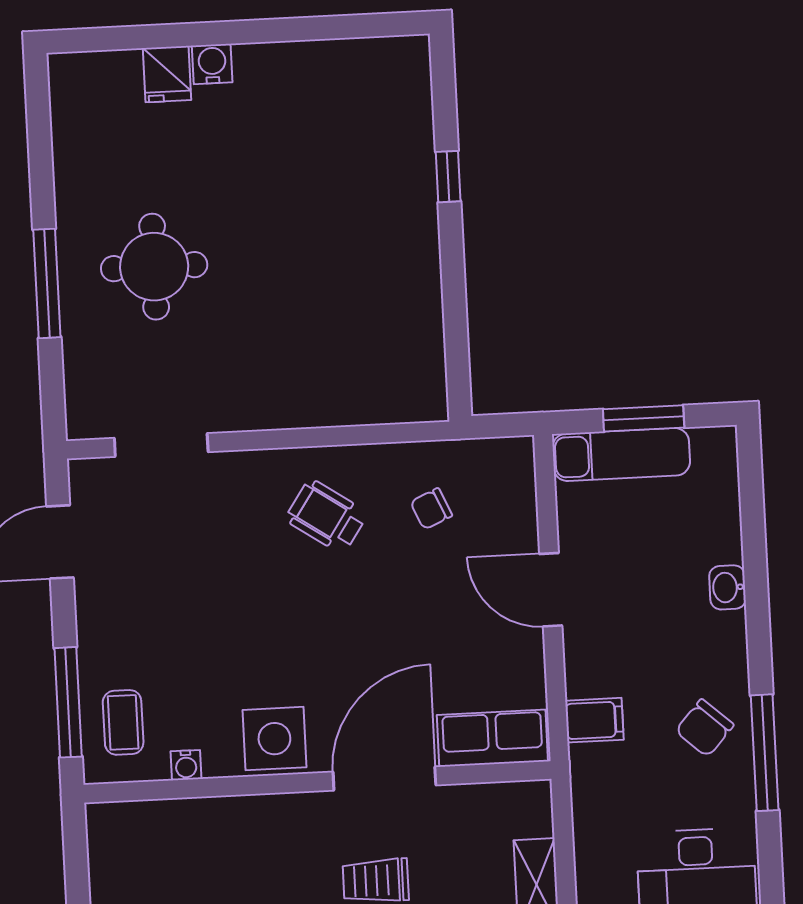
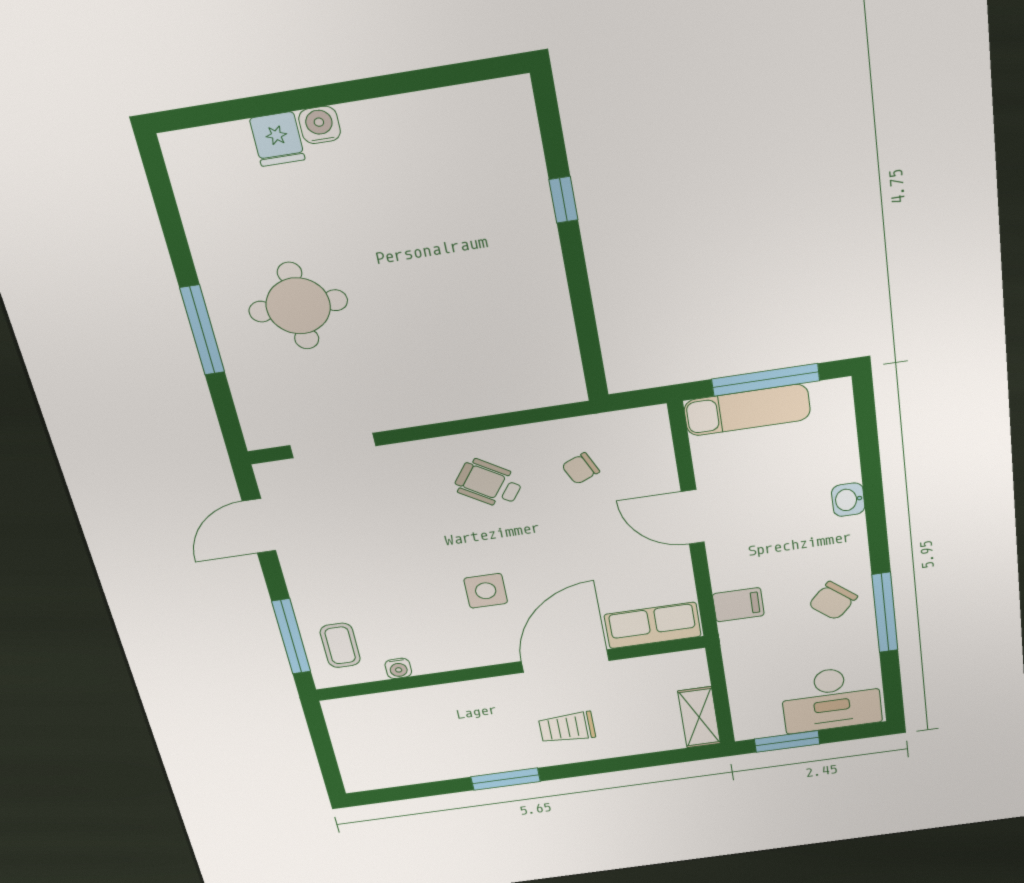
window: (644, 418) -> (766, 380), width x1.44
side table: (274, 739) -> (486, 591), moved, width x0.73, depth x0.73

